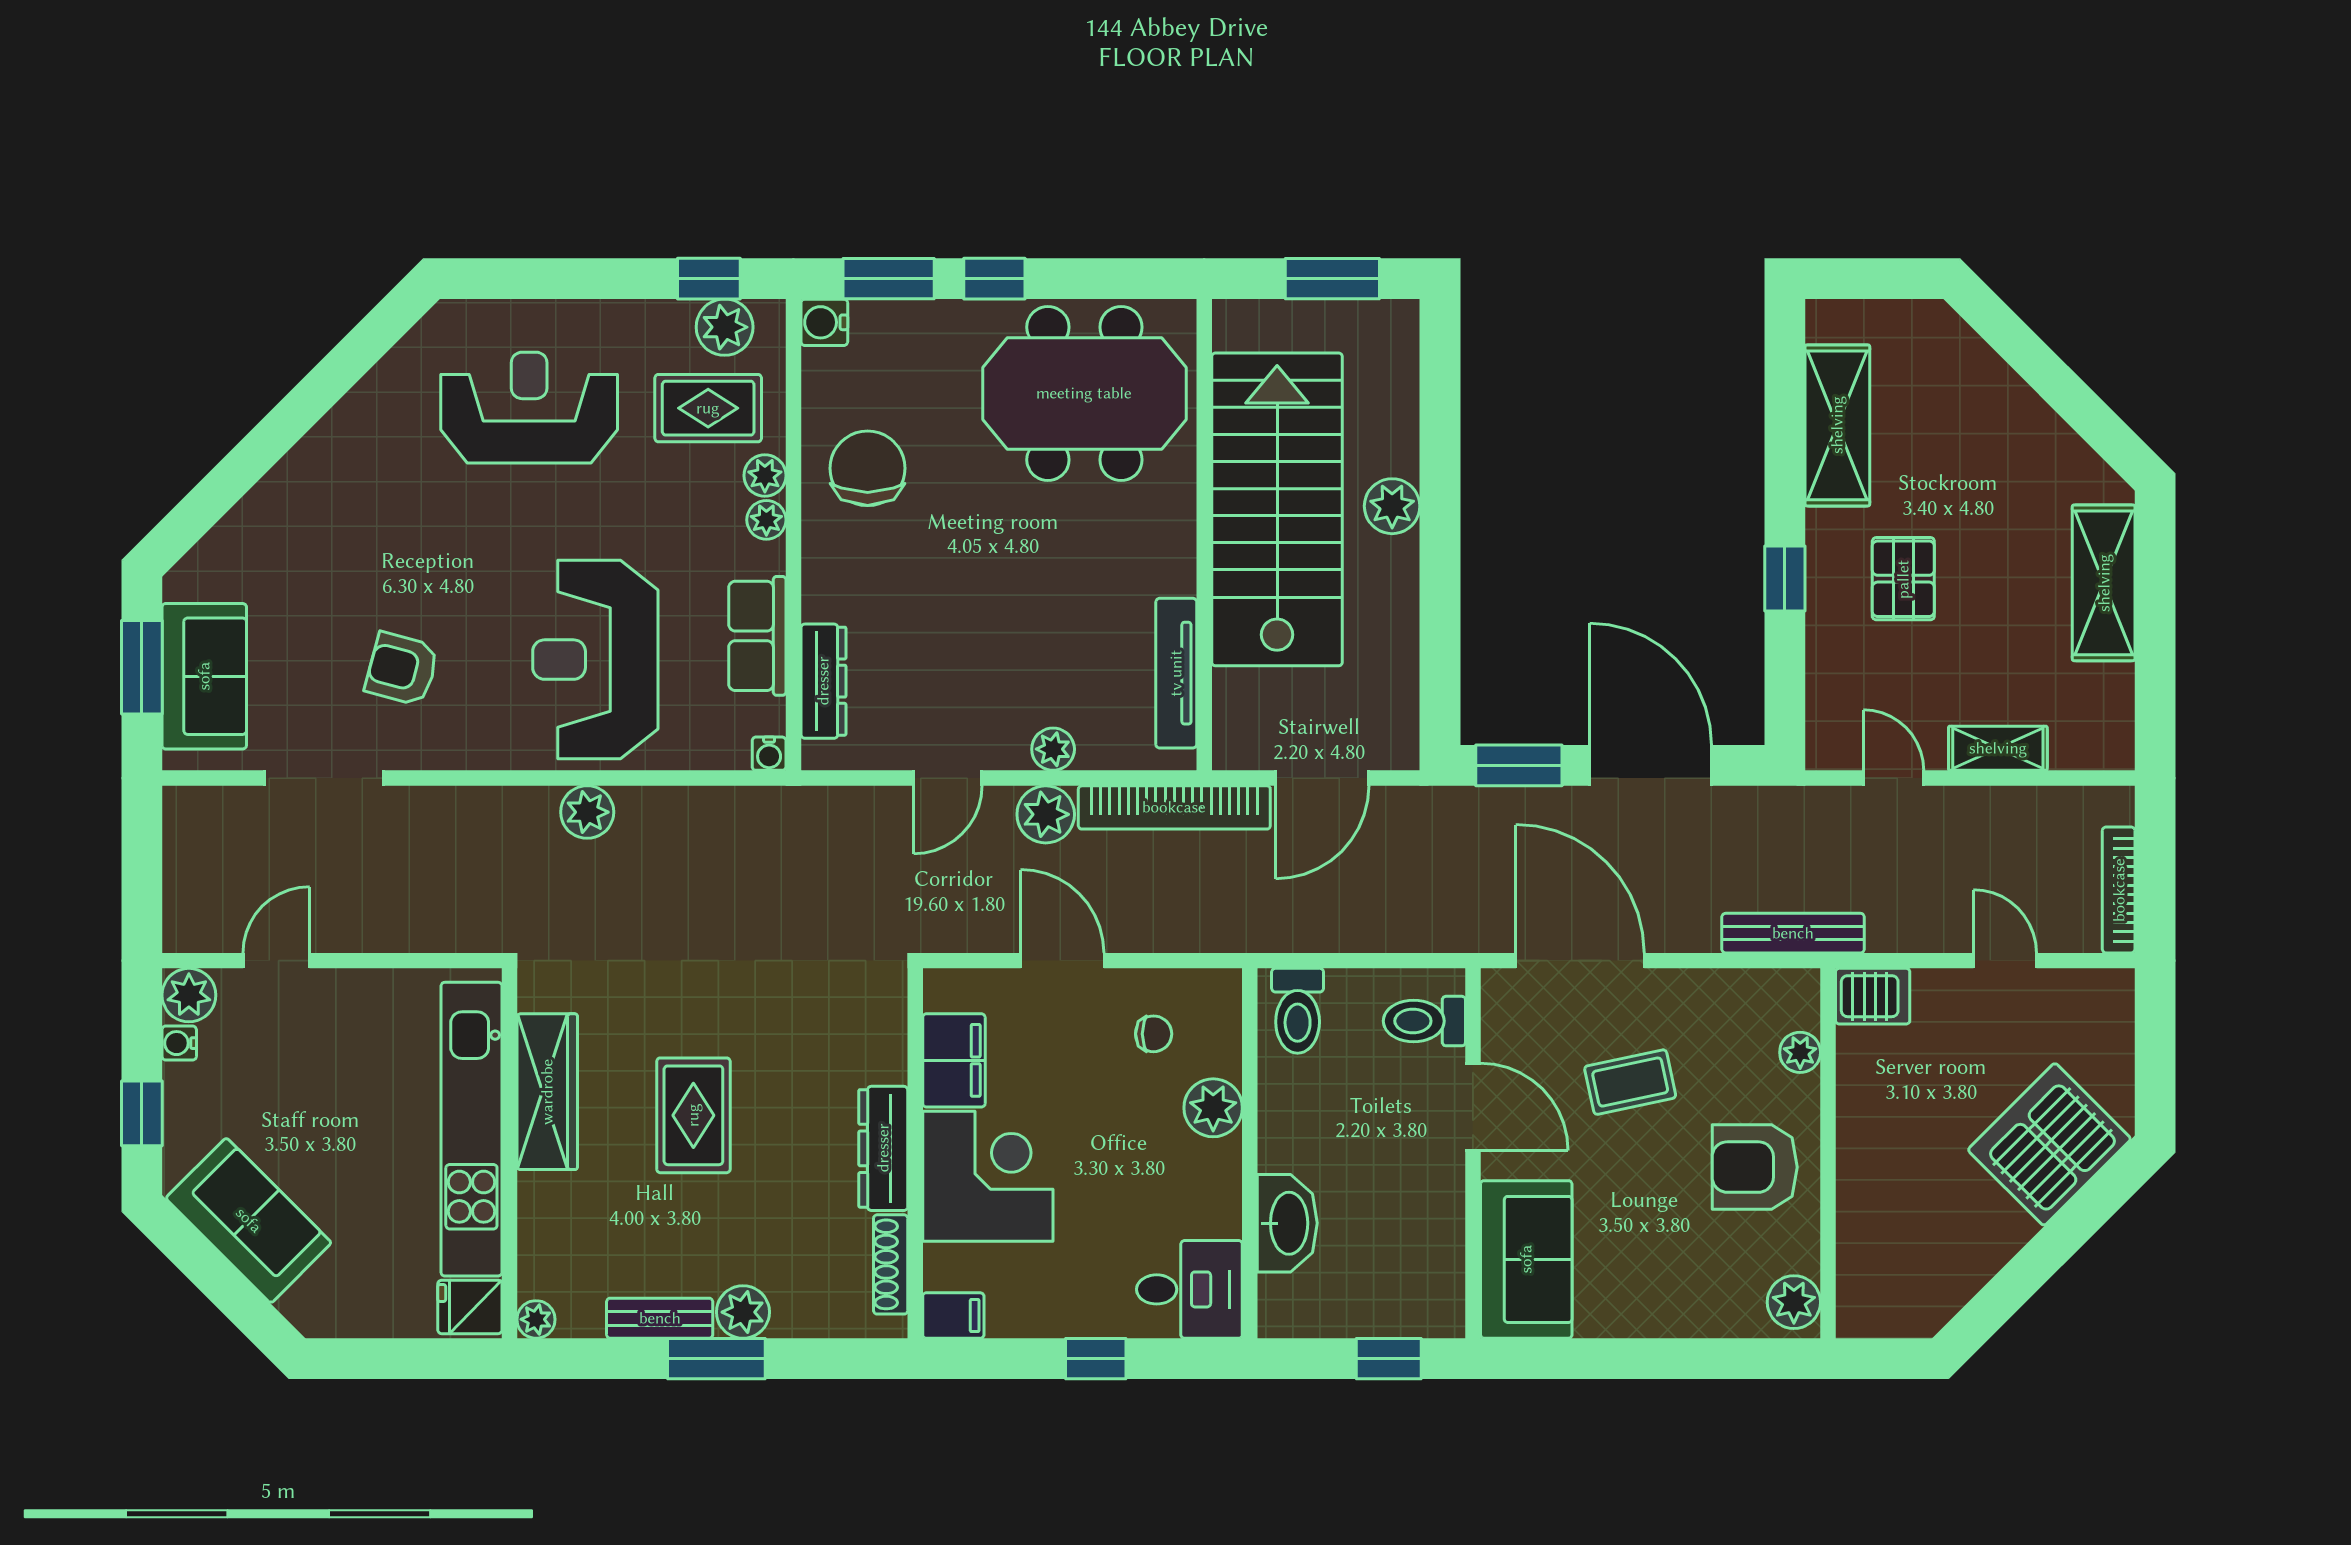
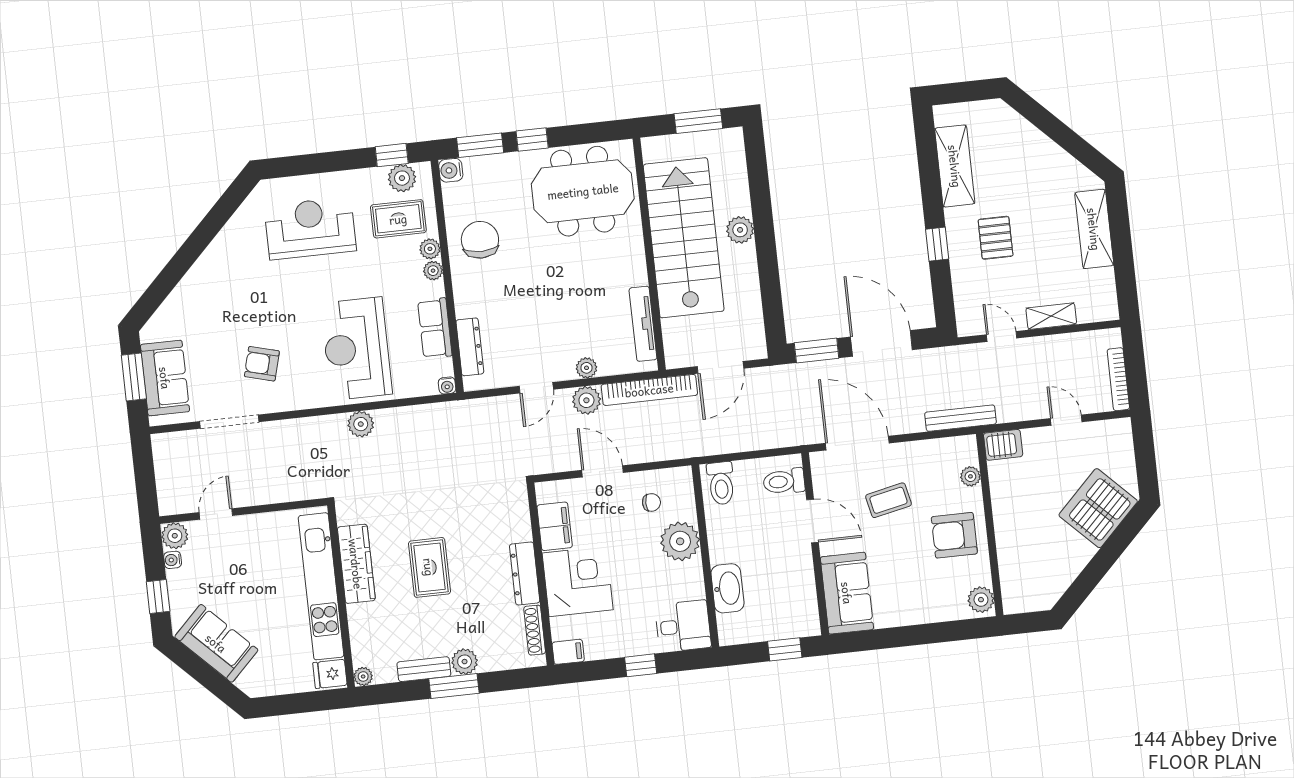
plant: (1213, 1108) -> (680, 541), width x1.36, depth x1.36

